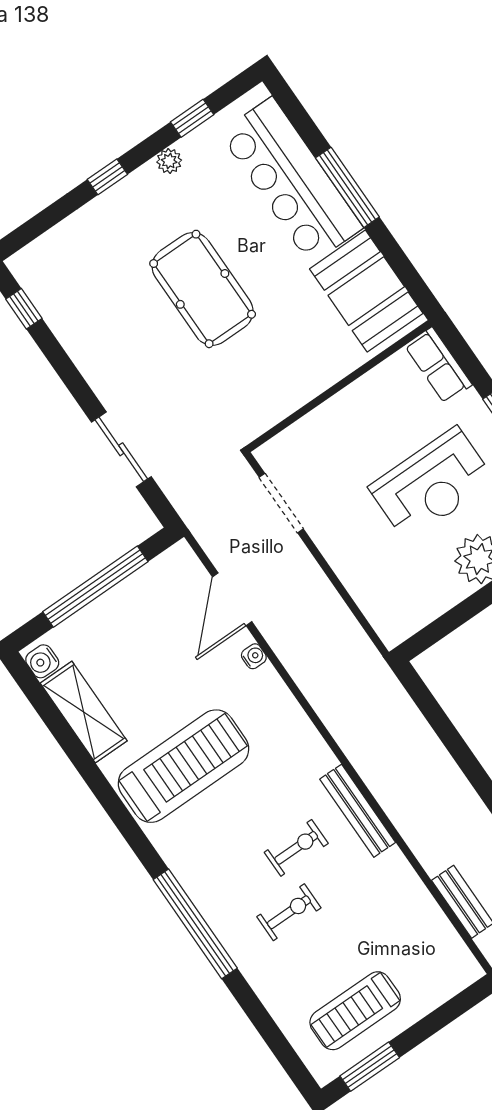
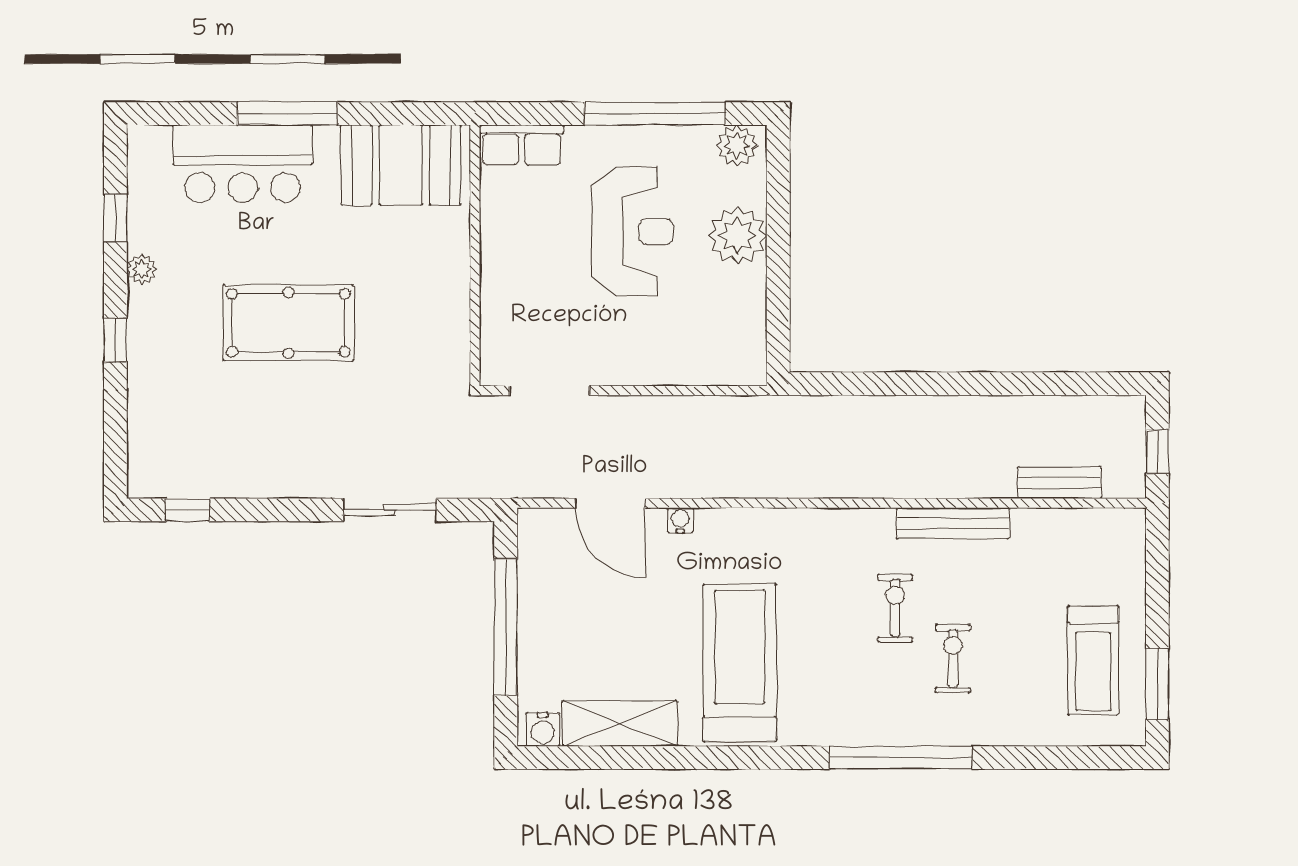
bar counter: (291, 180) -> (243, 164), width x0.73
bench: (358, 811) -> (953, 523), moved

